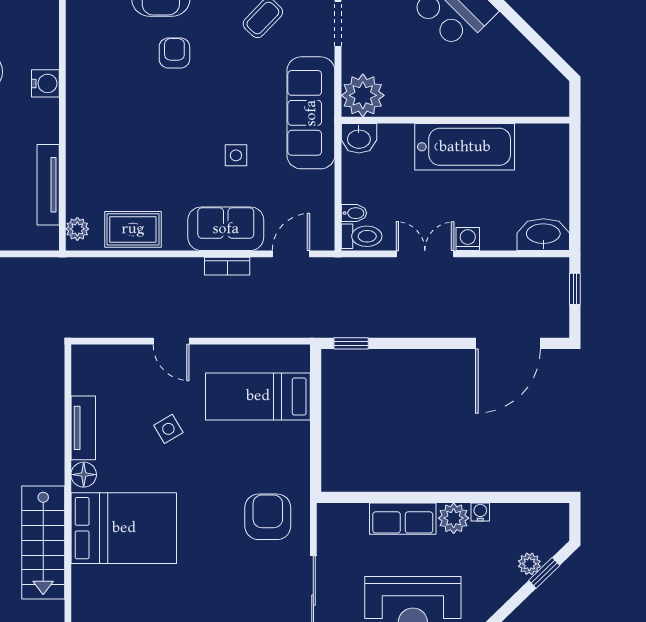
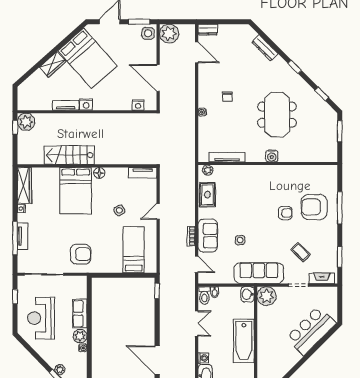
washing machine: (468, 239) -> (203, 358), moved
tv unit: (83, 428) -> (143, 173), moved

